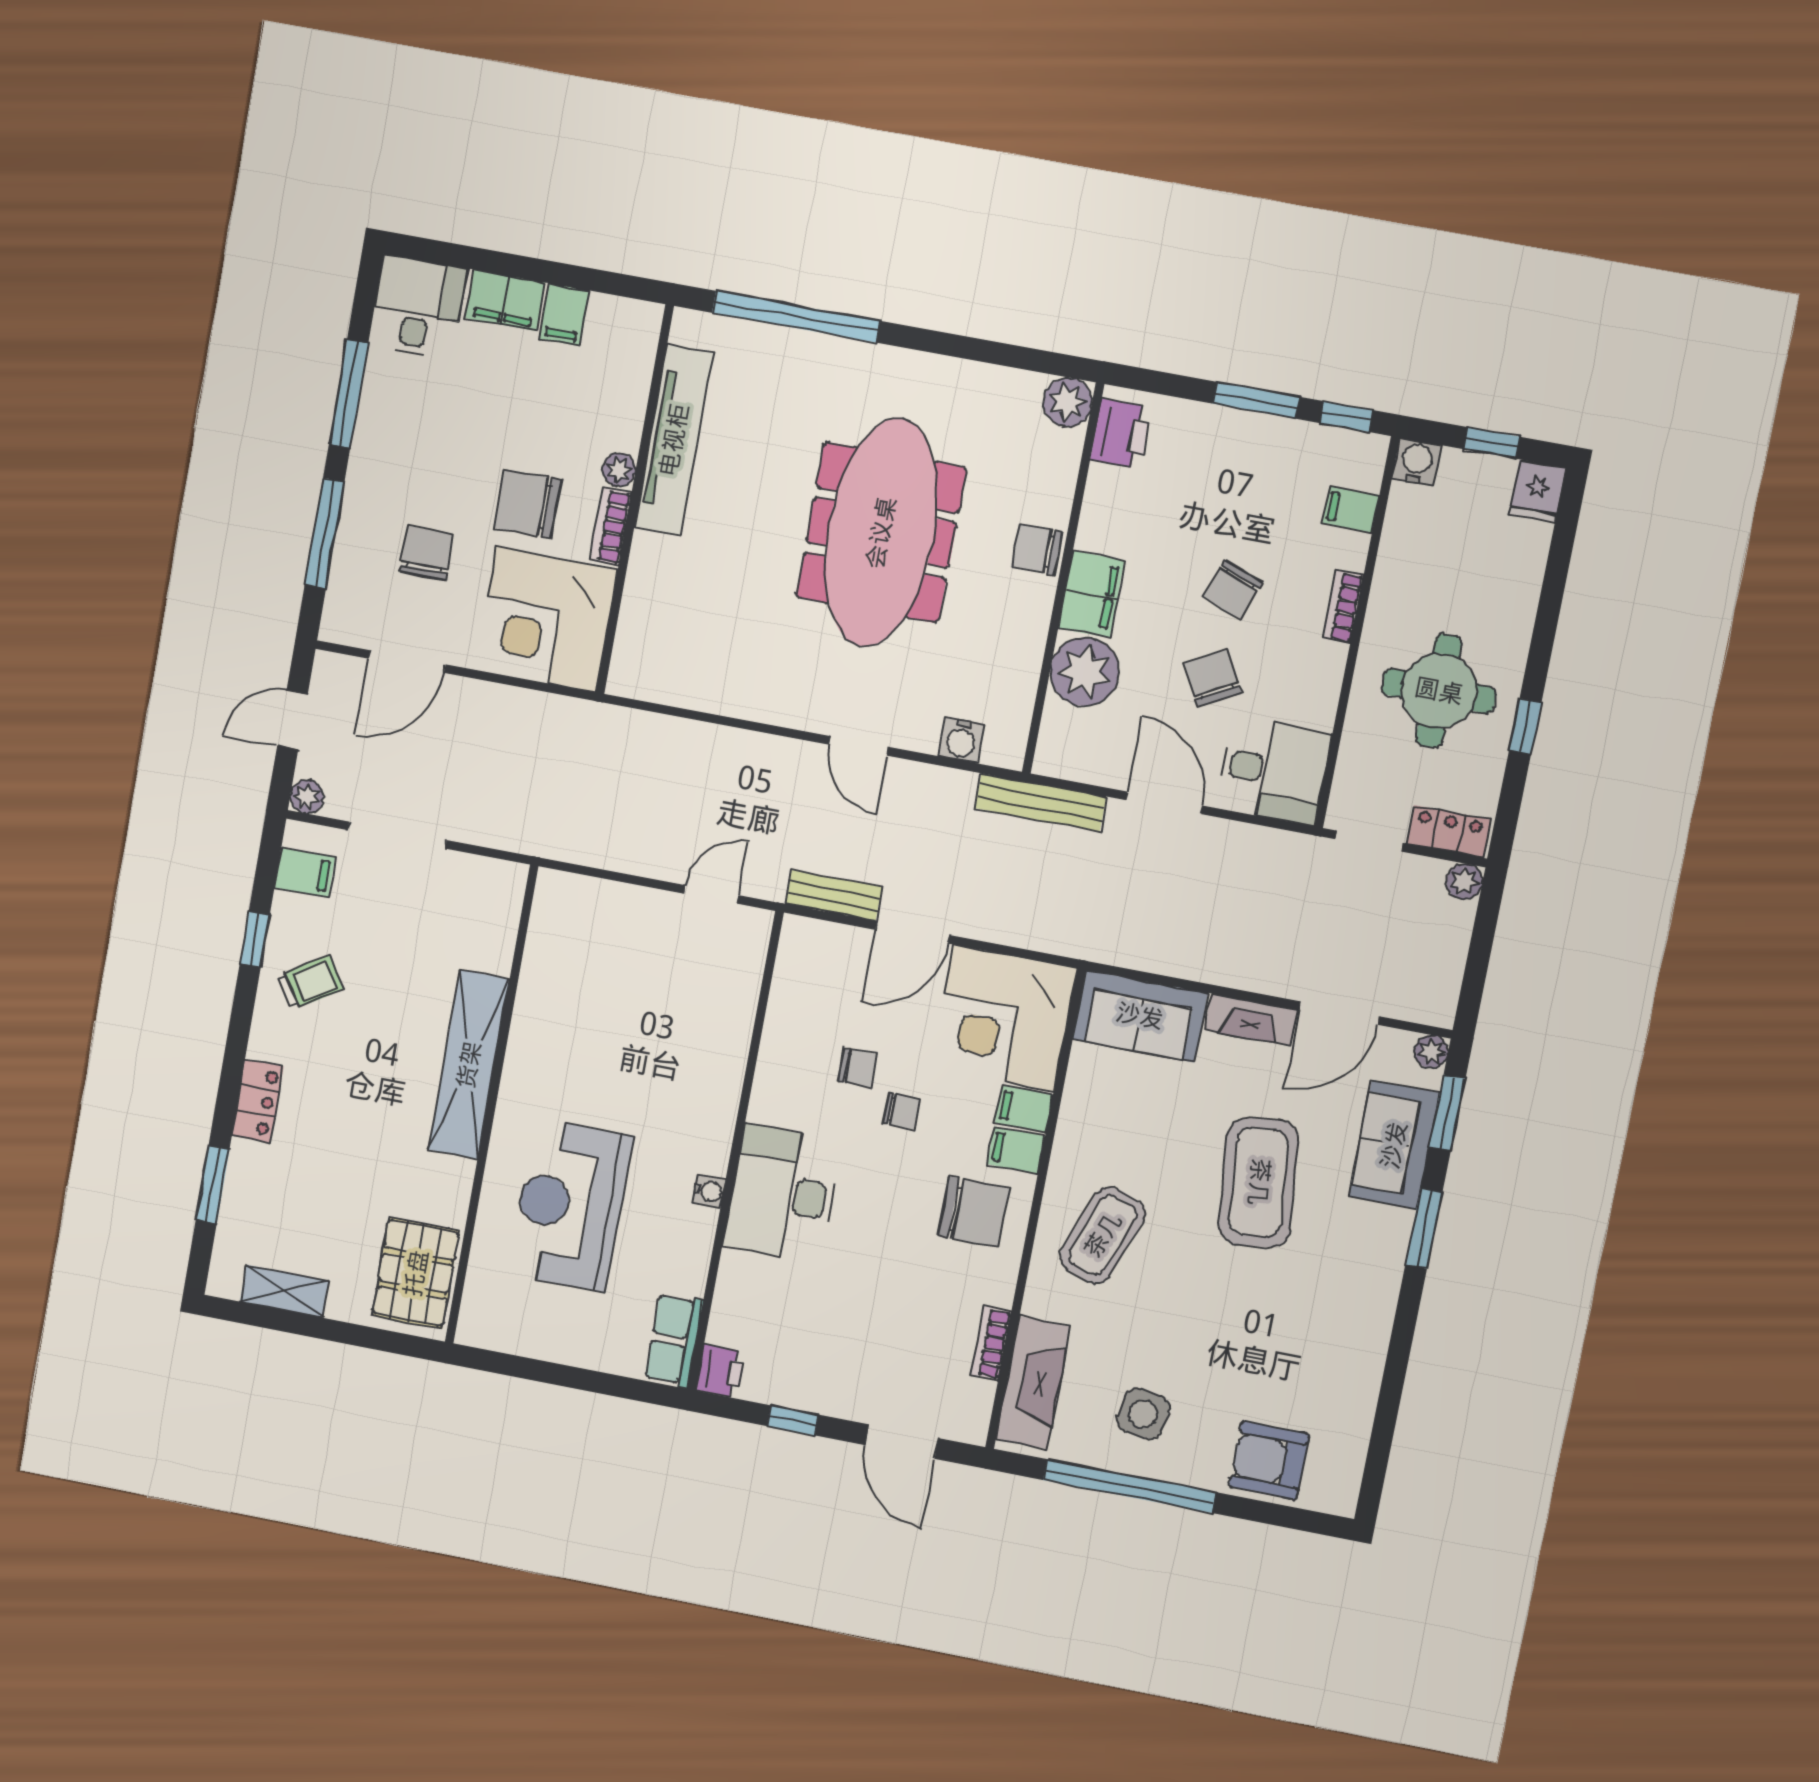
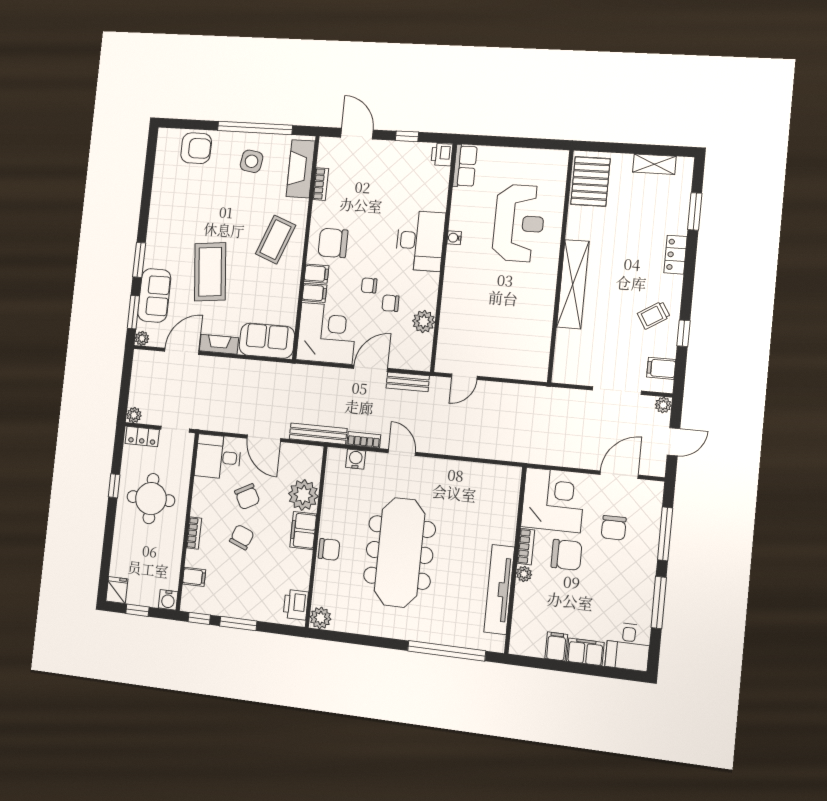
bookcase: (940, 780) -> (364, 440), added
plant: (789, 1021) -> (424, 322), added

